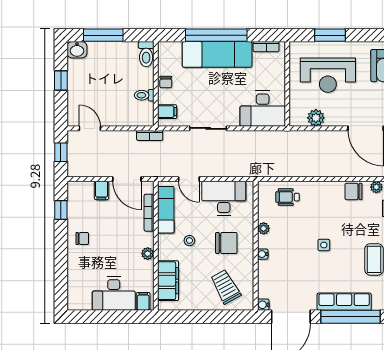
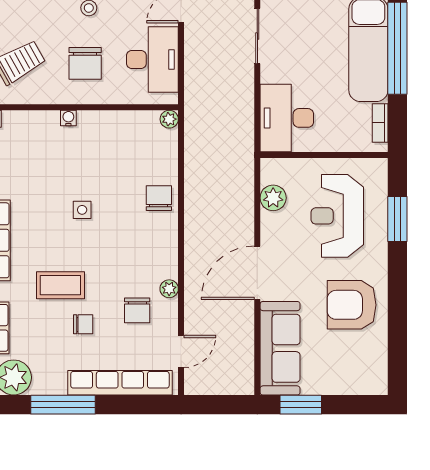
chair: (353, 192) -> (159, 198), moved
wheelchair: (288, 197) -> (154, 155), removed
plant: (264, 228) -> (169, 119), moved

